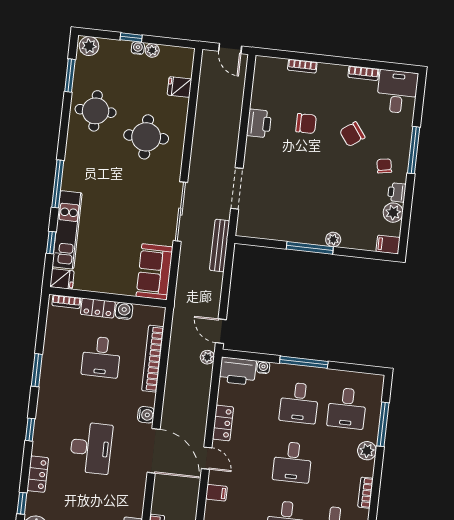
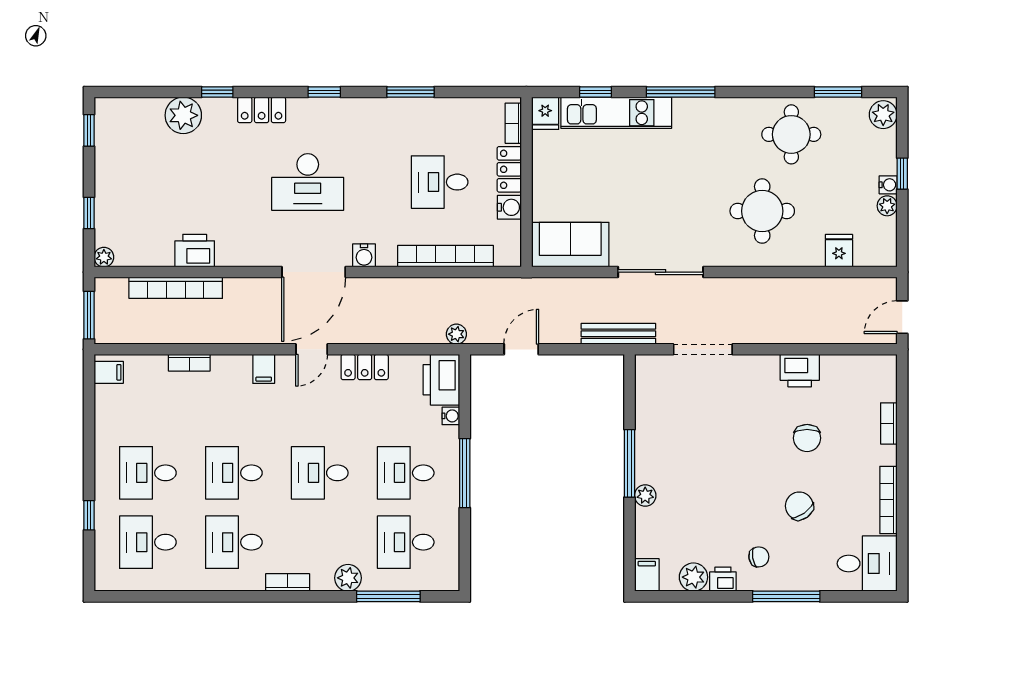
bookcase: (363, 73) -> (888, 500), width x1.56
door: (221, 331) -> (521, 349), moved

